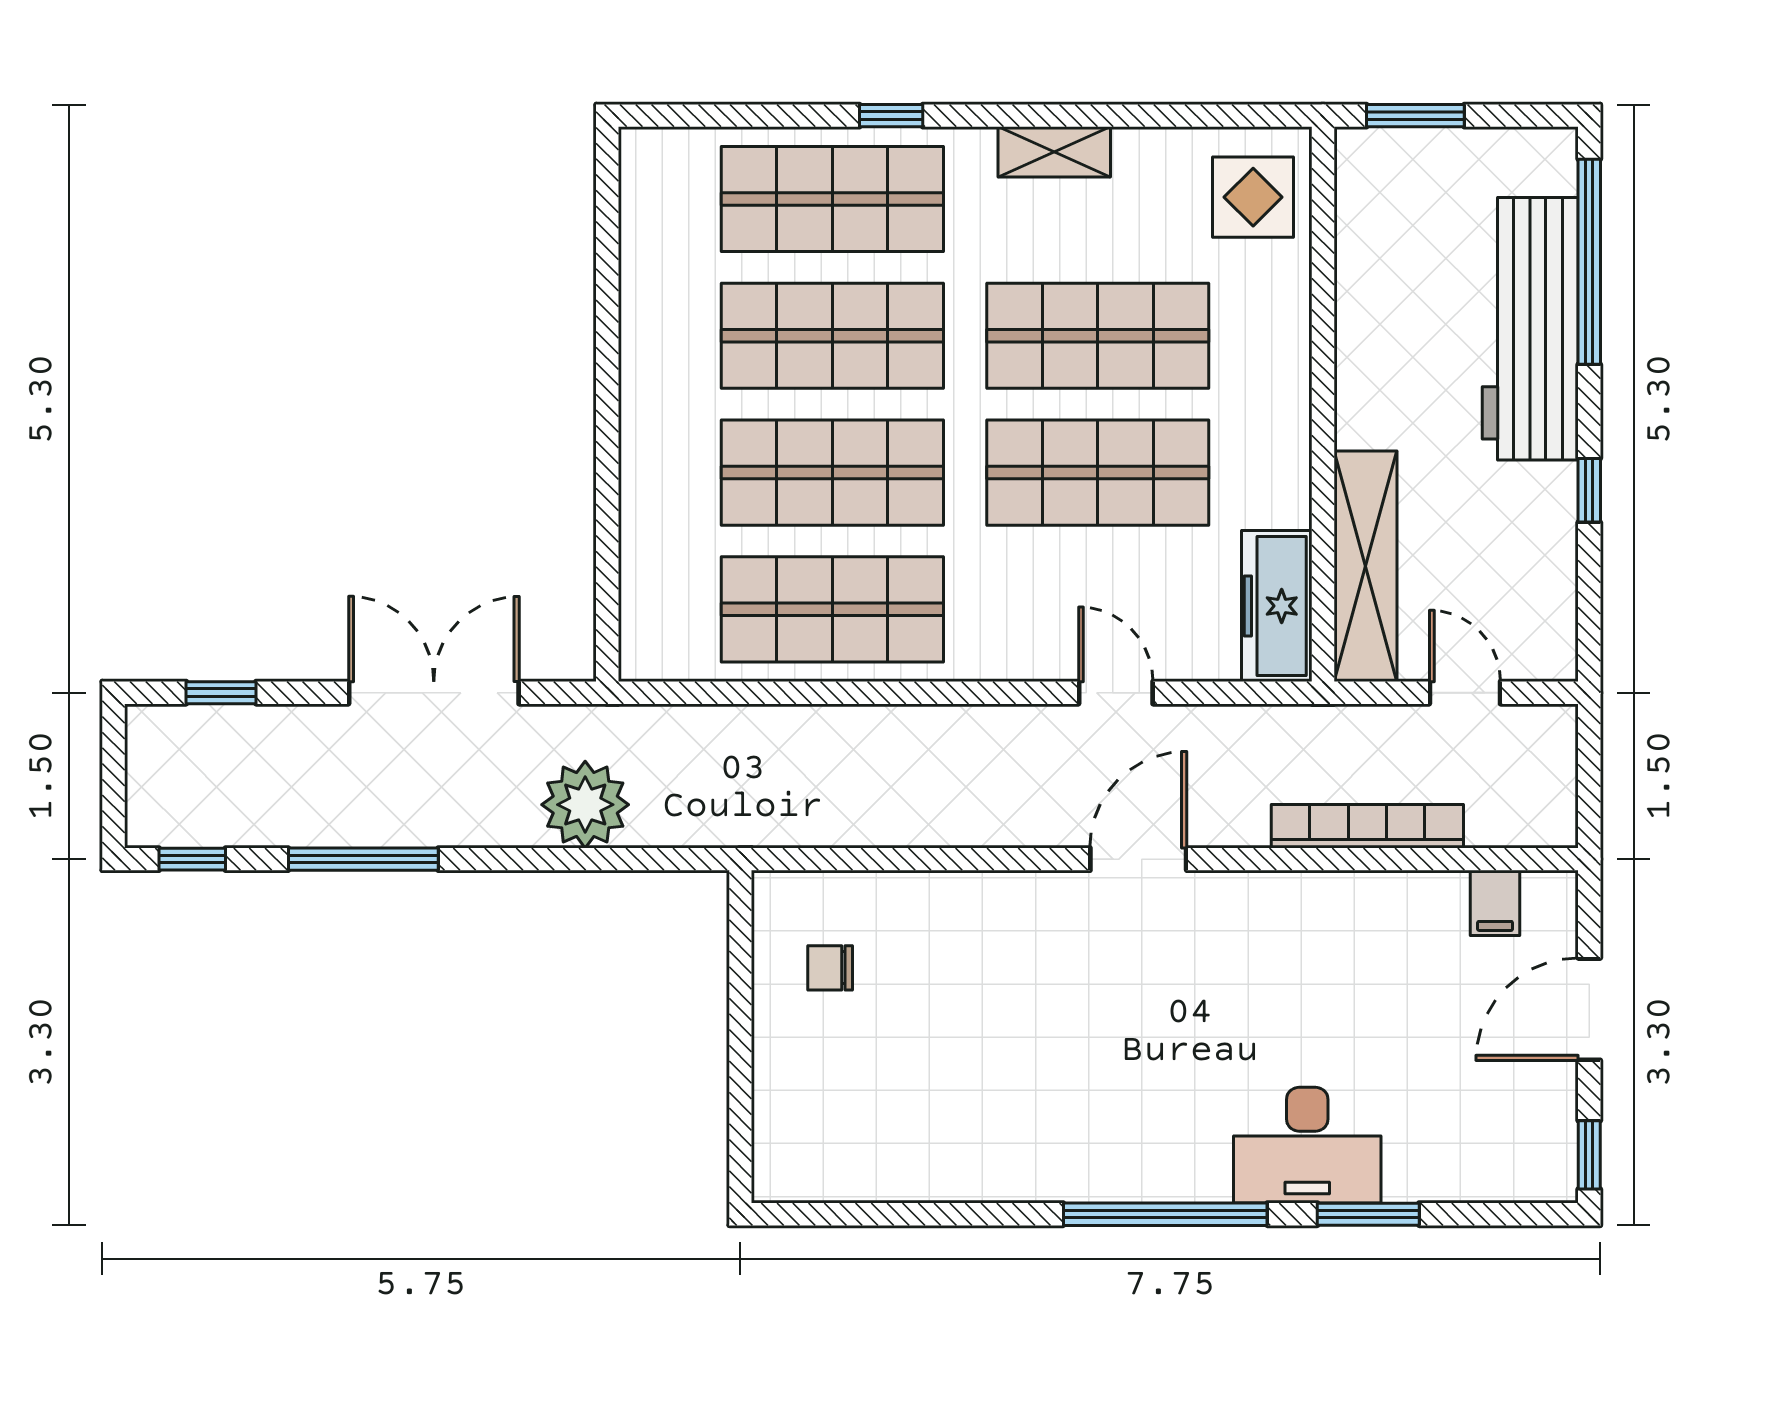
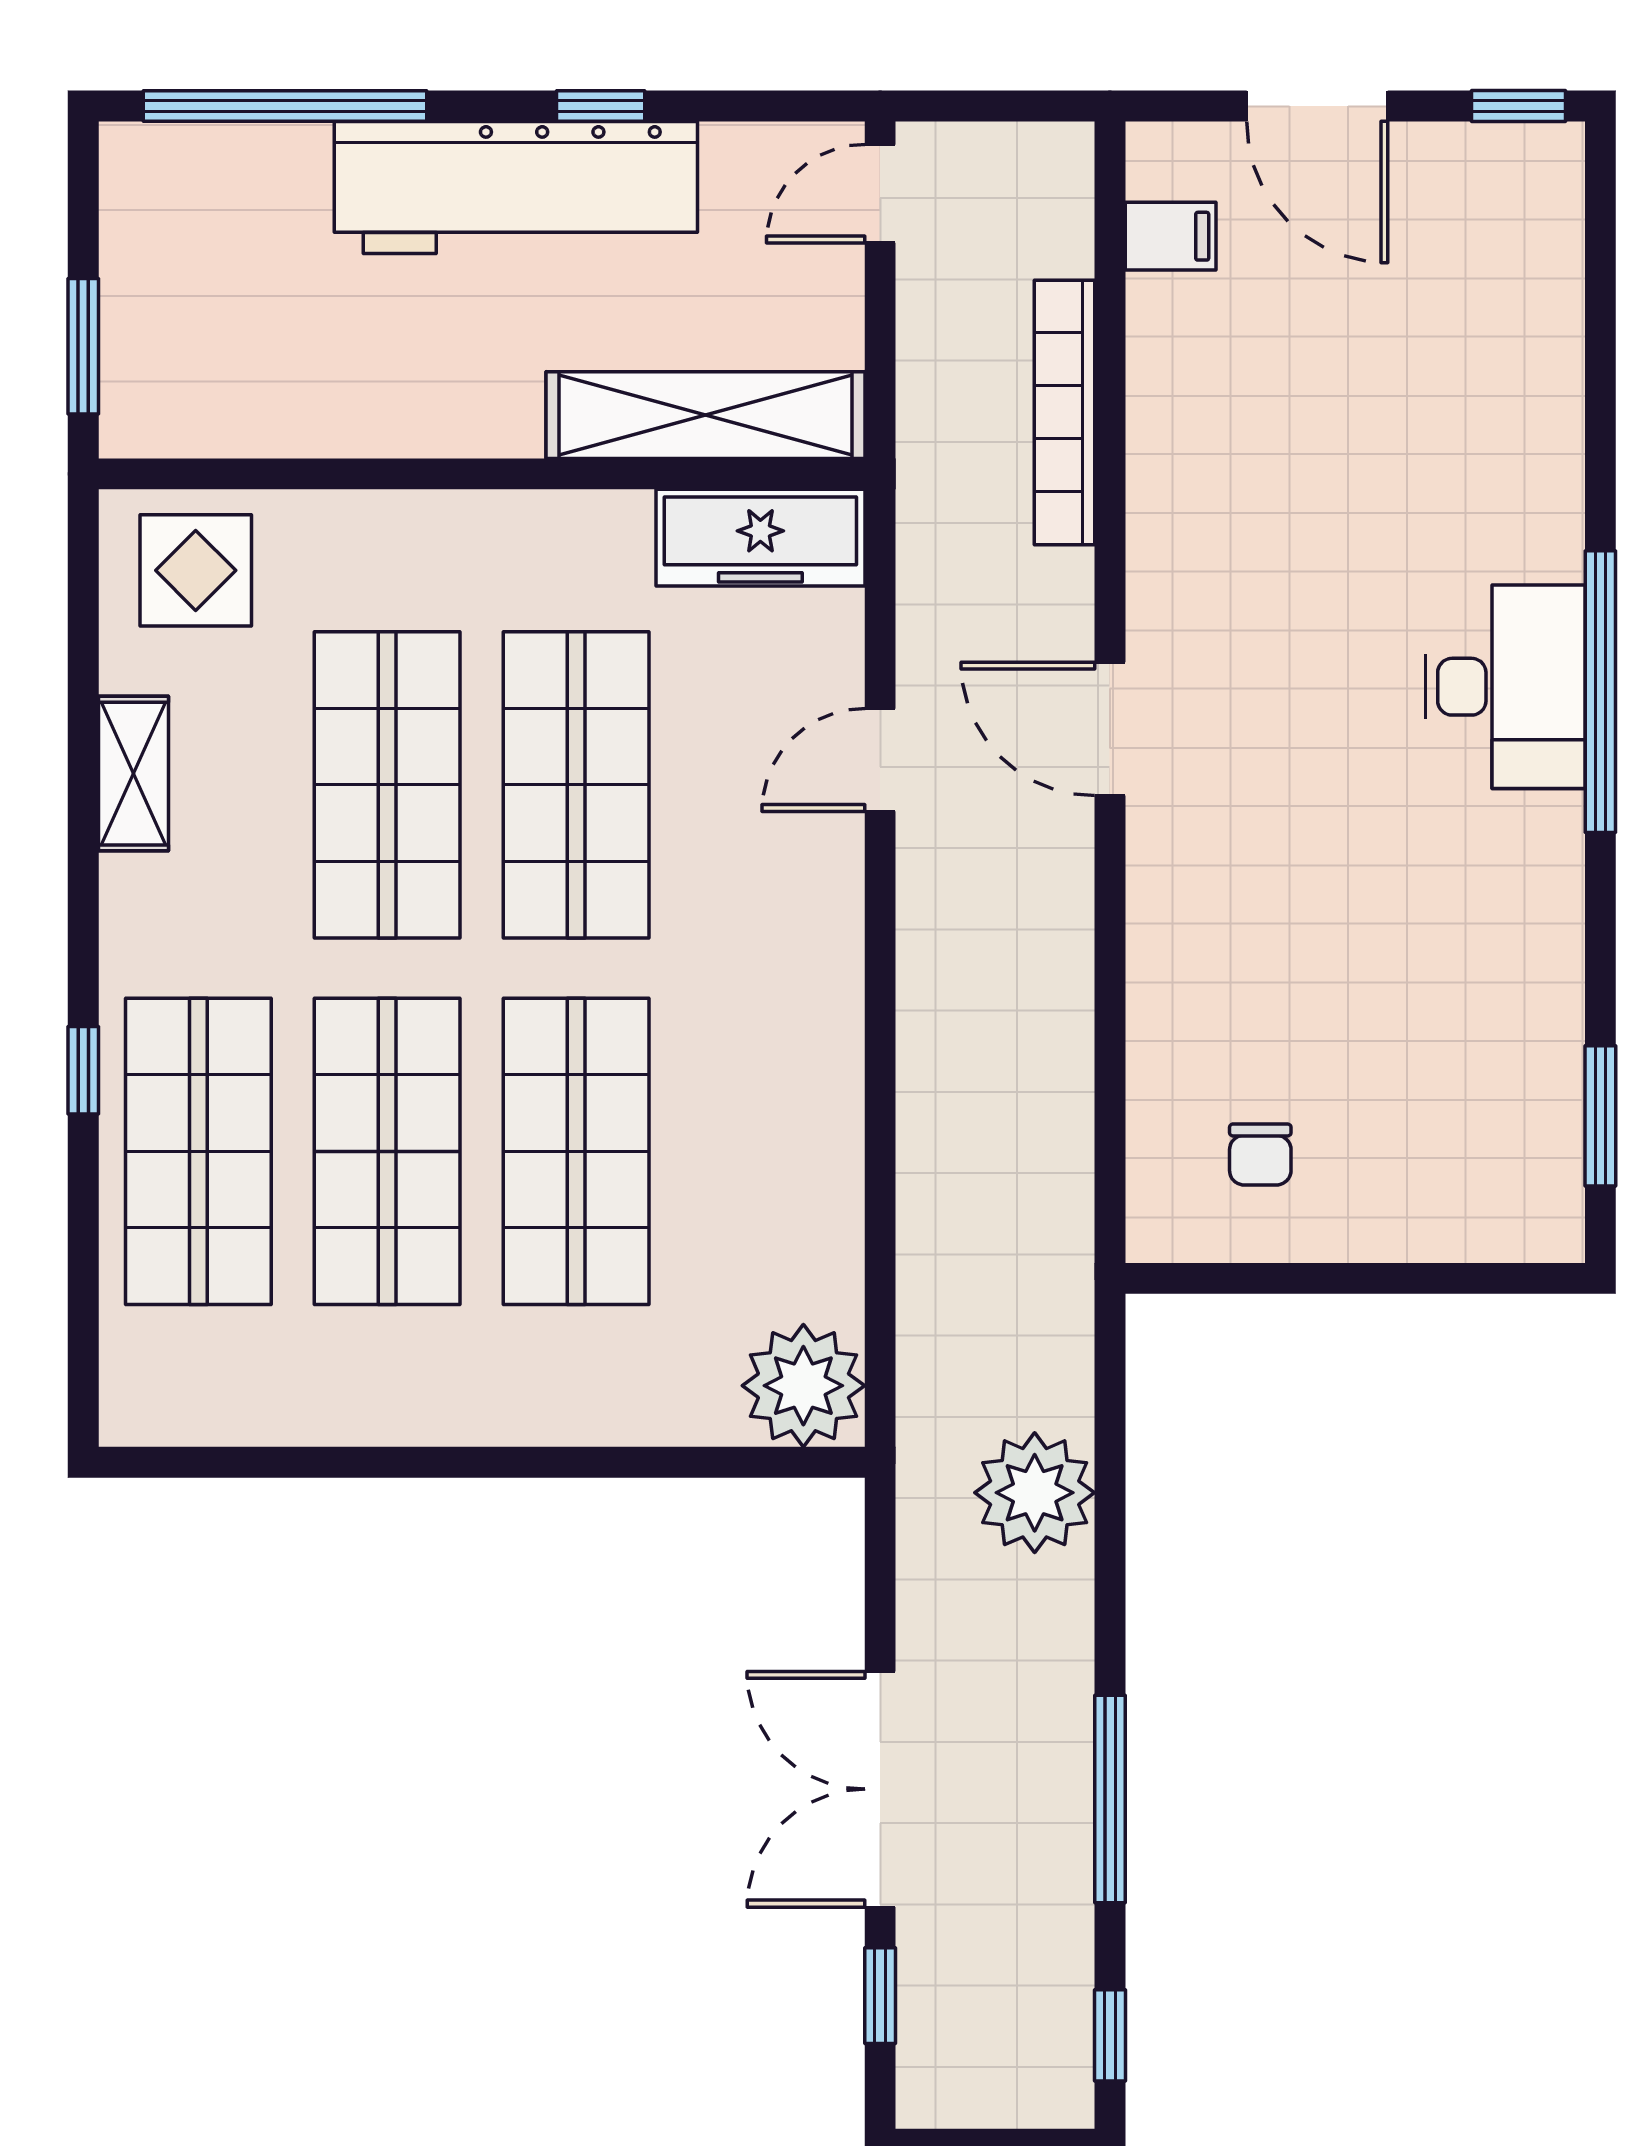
shelving: (1054, 152) -> (133, 774), moved
workbench: (1530, 329) -> (516, 188), moved
shop shelf: (832, 609) -> (765, 1151), removed
plant: (663, 637) -> (803, 1386), added
double door: (434, 693) -> (880, 1789), moved
door: (1465, 693) -> (880, 194), moved
desk: (1307, 1145) -> (1505, 687), moved
window: (1368, 1214) -> (1600, 1116), moved

